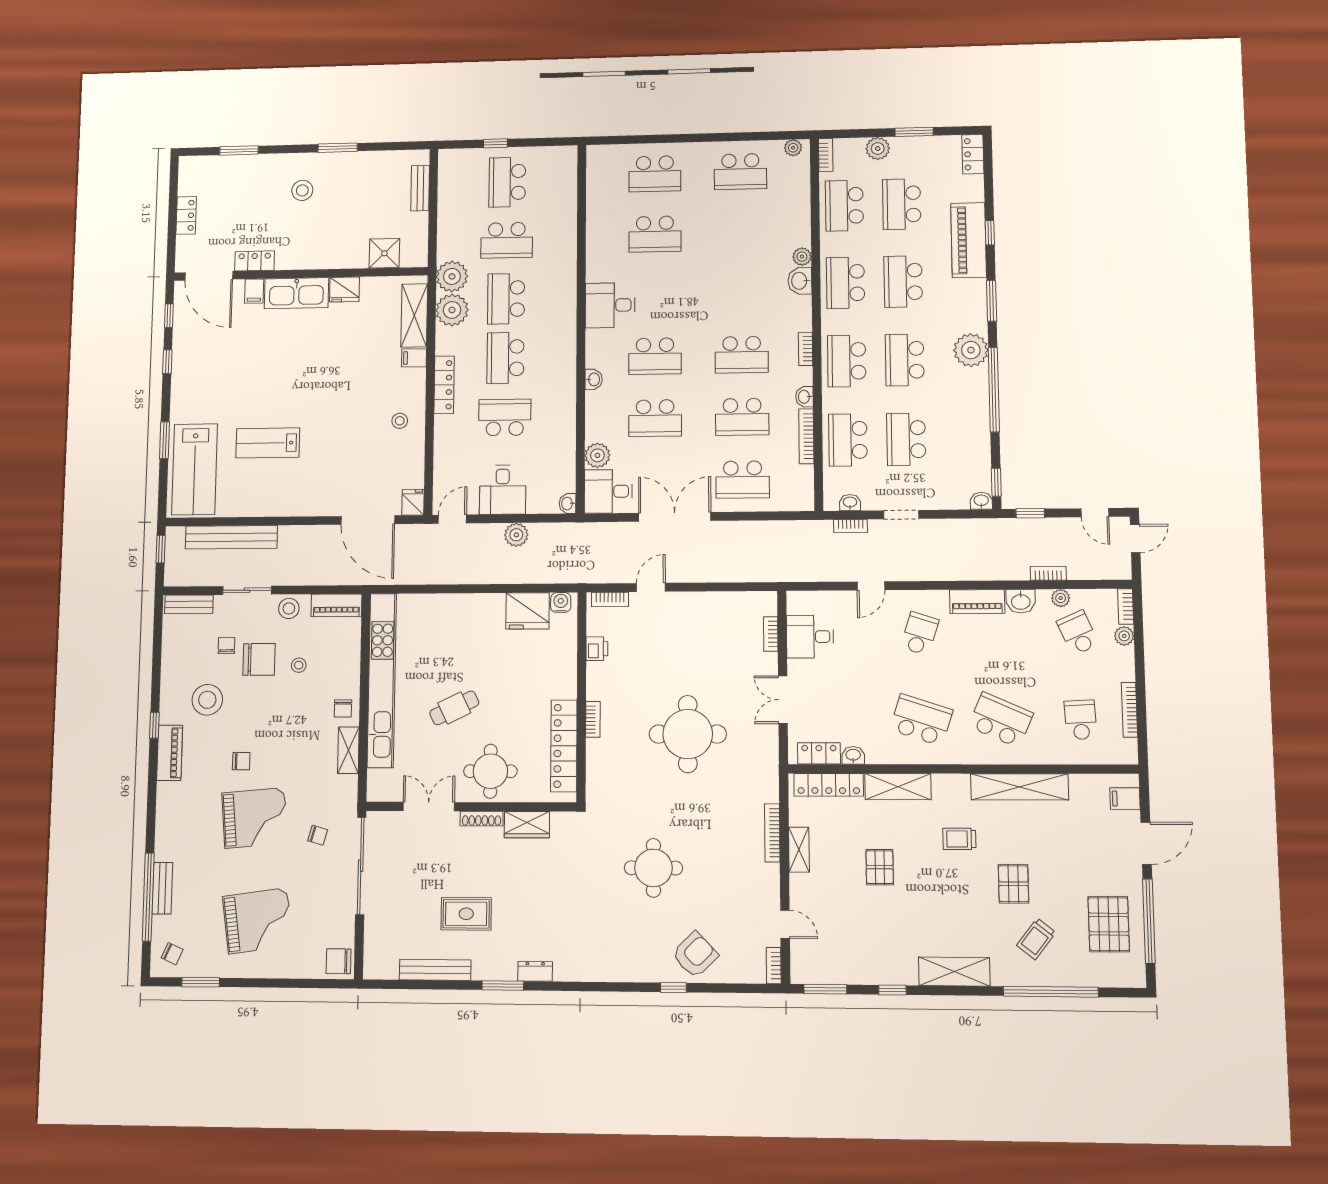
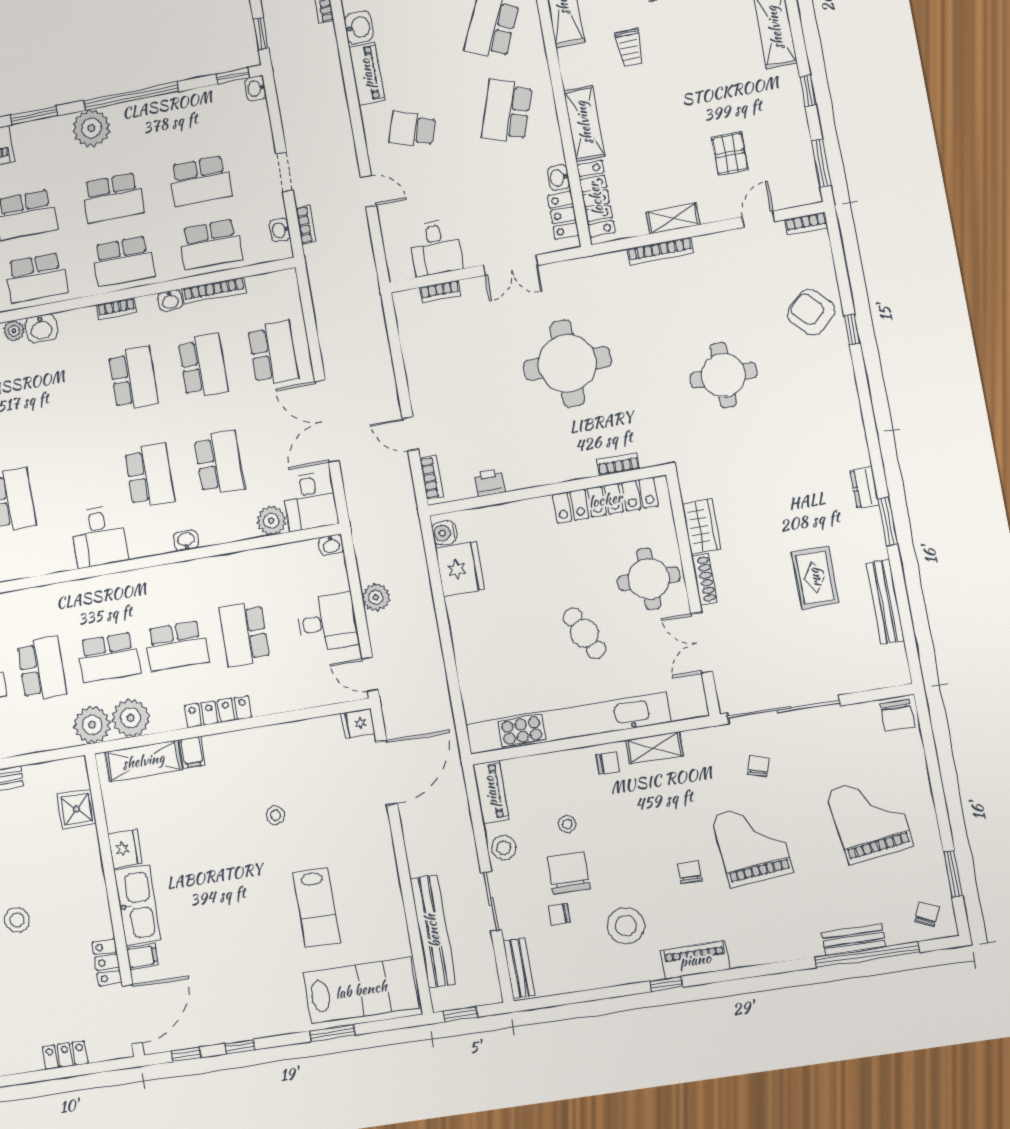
stool: (400, 421) -> (275, 815), moved
bookcase: (593, 719) -> (618, 464), moved
pallet: (880, 867) -> (730, 154), moved, turned 90

